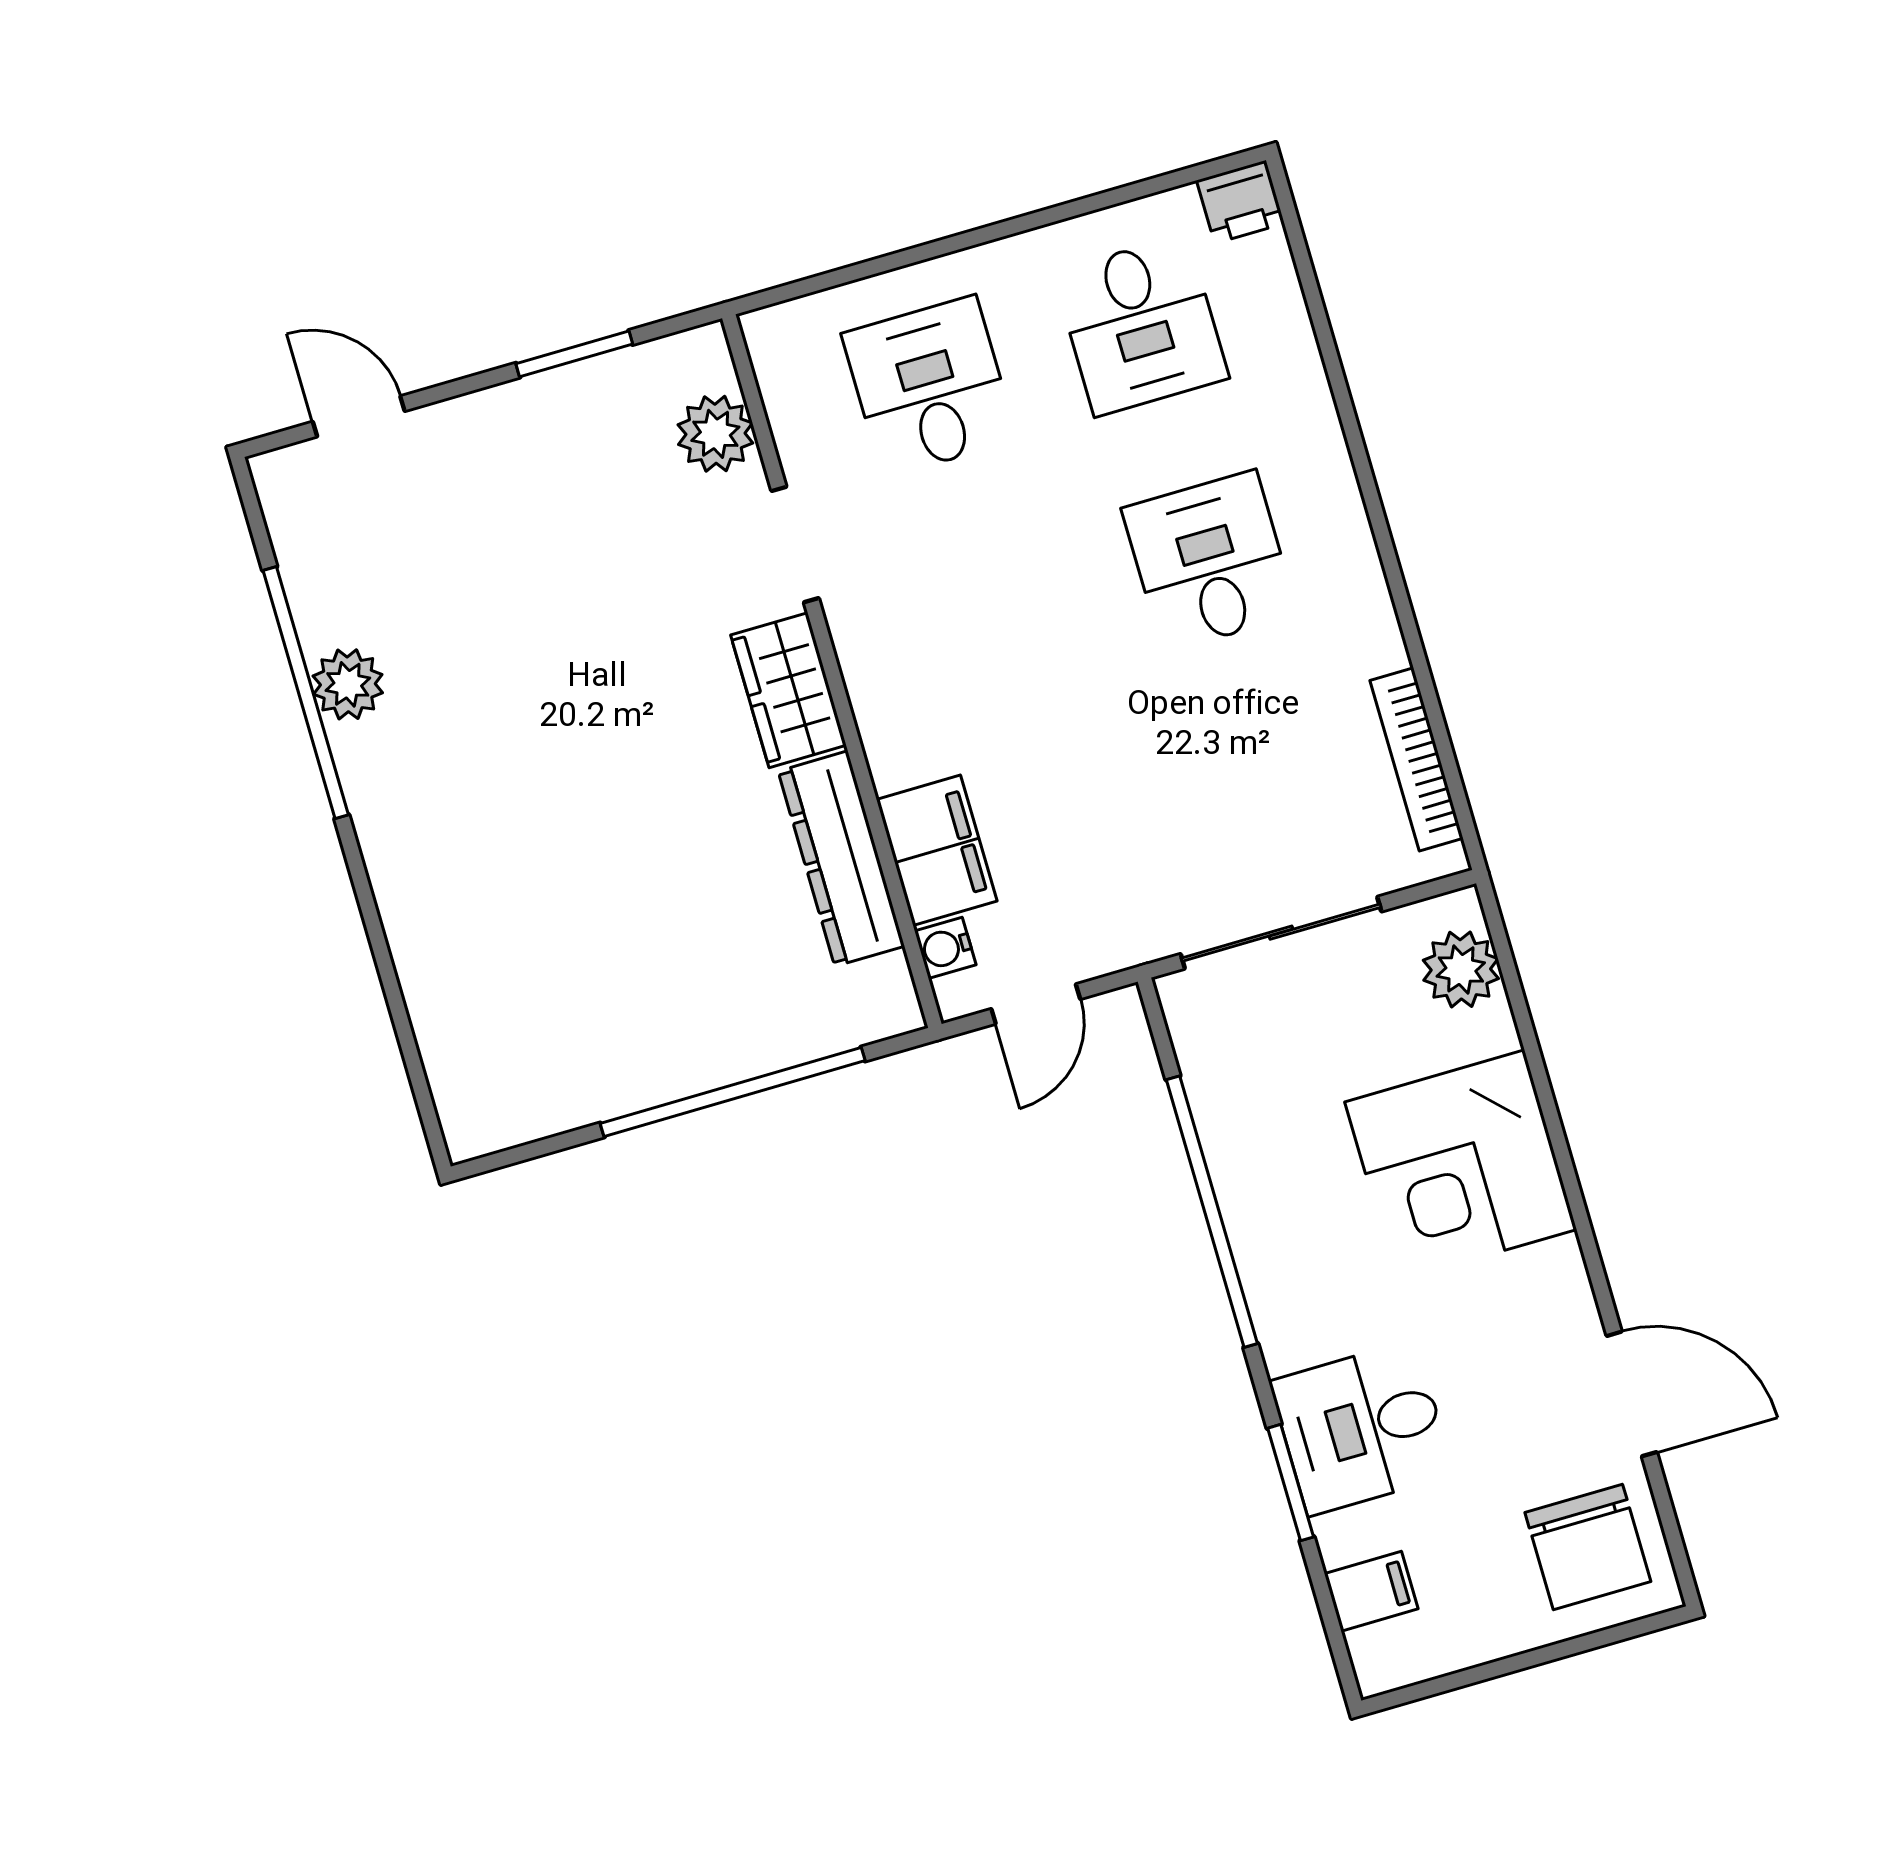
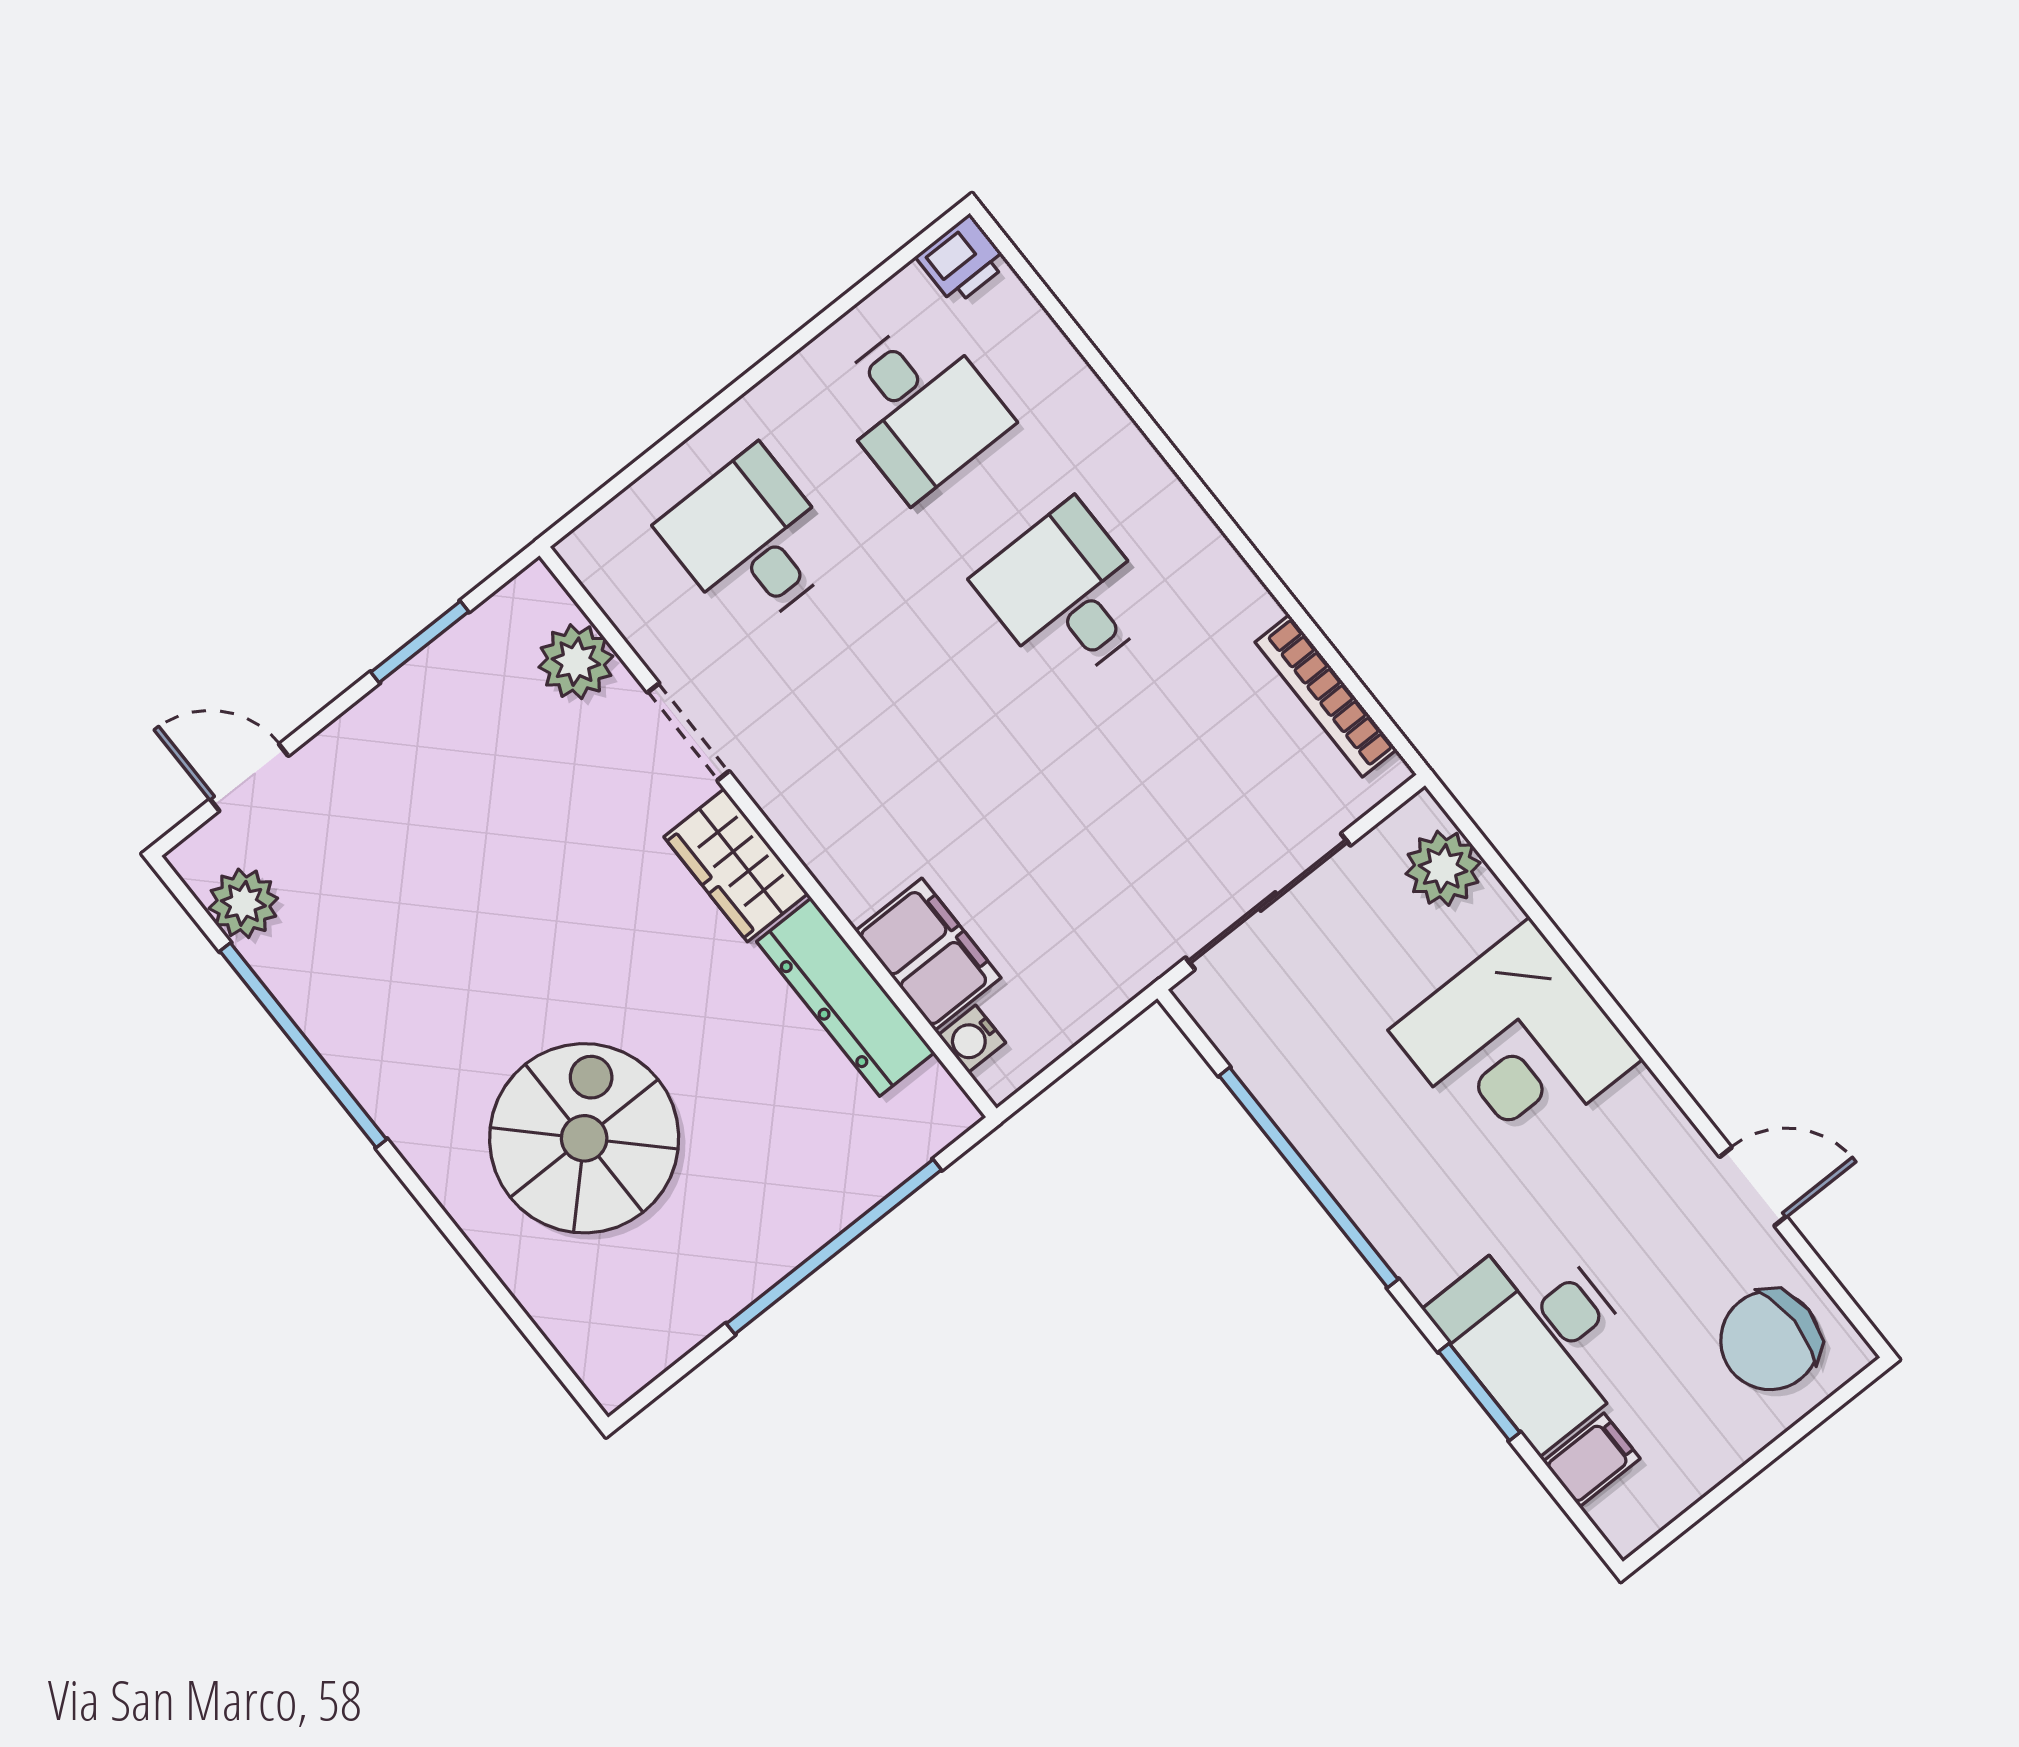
plant: (348, 684) -> (243, 903), moved
spiral stairs: (537, 891) -> (584, 1138), added
door: (1036, 1004) -> (1074, 1056), removed
door: (1632, 1394) -> (1753, 1187), width x0.73
desk: (1362, 1428) -> (1539, 1337), width x1.37
chair: (1588, 1547) -> (1770, 1340), turned 90

